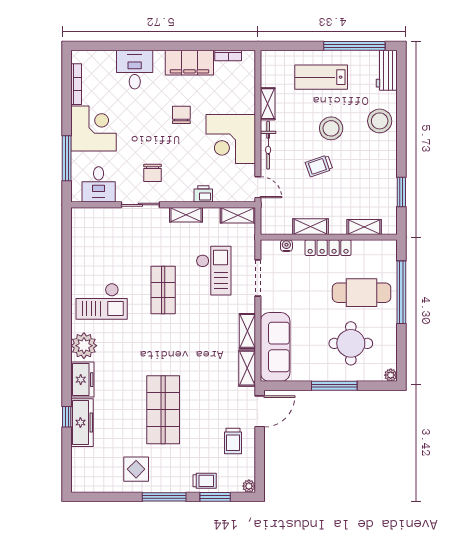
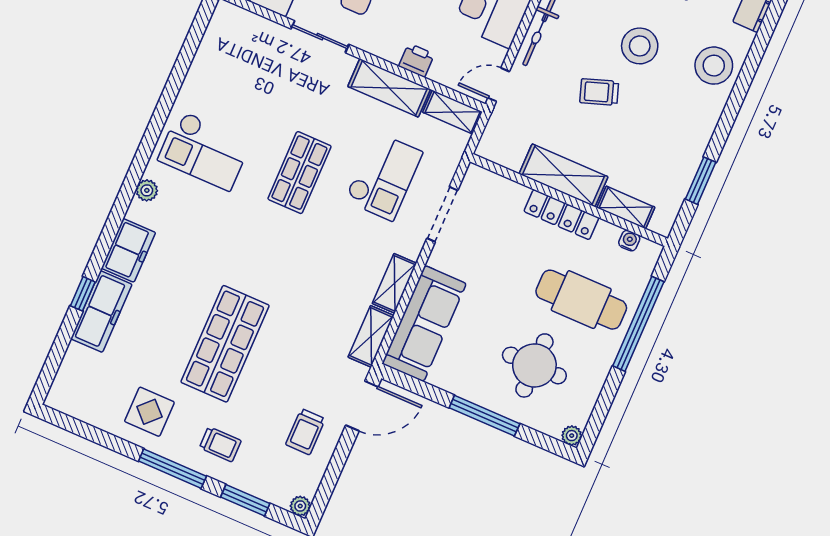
door: (258, 187) -> (499, 85), swing flipped
shelving: (186, 215) -> (389, 88), width x1.50, depth x1.33
shelving: (310, 227) -> (564, 175), width x1.50, depth x1.33
water cooler: (286, 246) -> (629, 241), moved
plant: (84, 346) -> (147, 190), width x0.53, depth x0.53
trolley: (205, 481) -> (220, 444), moved

